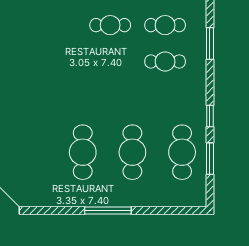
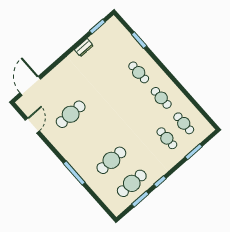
cafe table: (55, 25) -> (139, 72), added
cafe table: (83, 152) -> (71, 114), moved

